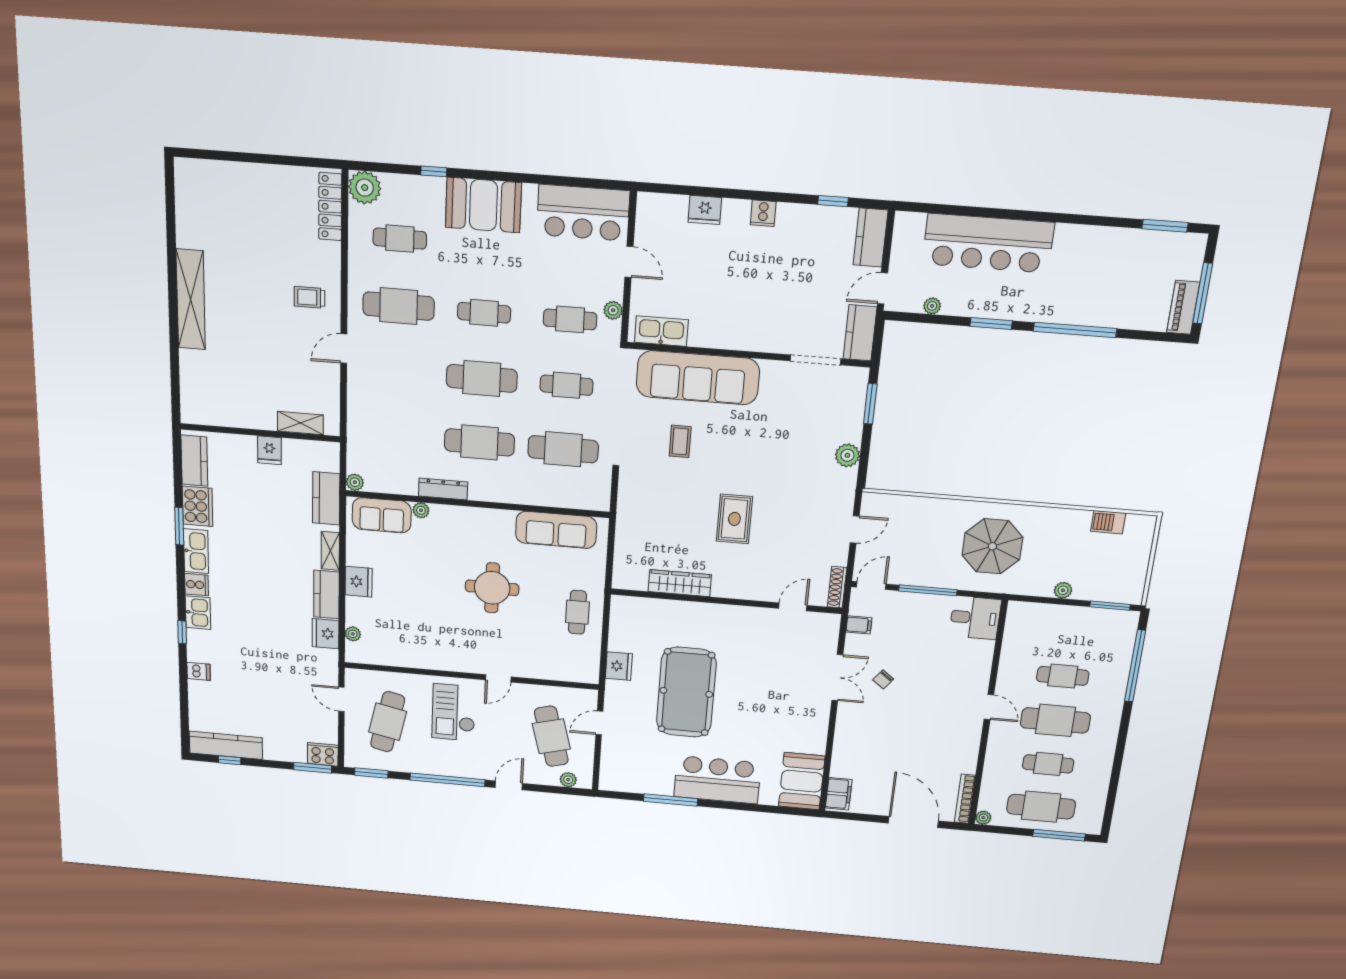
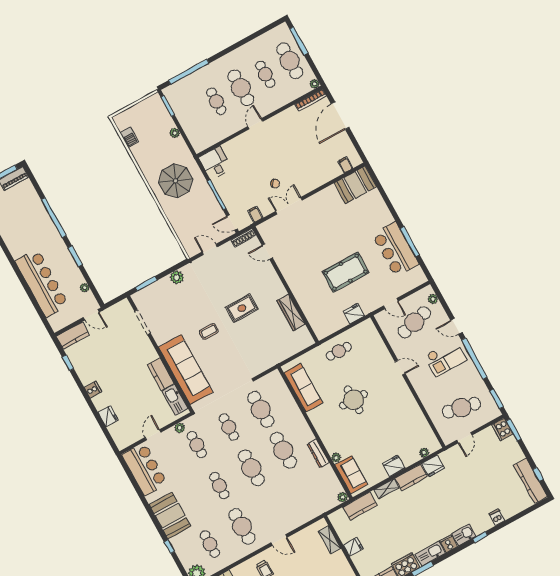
kitchen counter: (860, 333) -> (161, 374), moved, turned 90
coffee table: (680, 441) -> (209, 332), moved
pool table: (686, 692) -> (346, 272), width x0.73, depth x0.76
checkout: (454, 712) -> (446, 358), moved
bar counter: (717, 780) -> (395, 249), moved
filing cabinet: (839, 794) -> (345, 165), width x0.50

